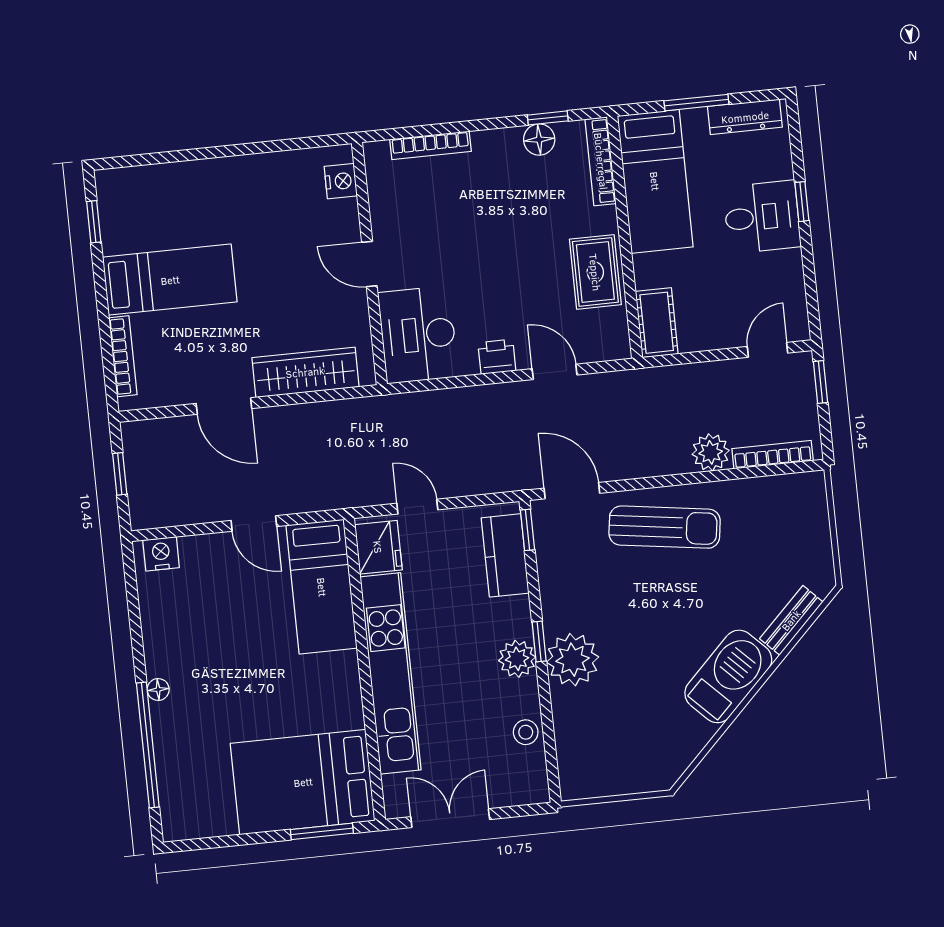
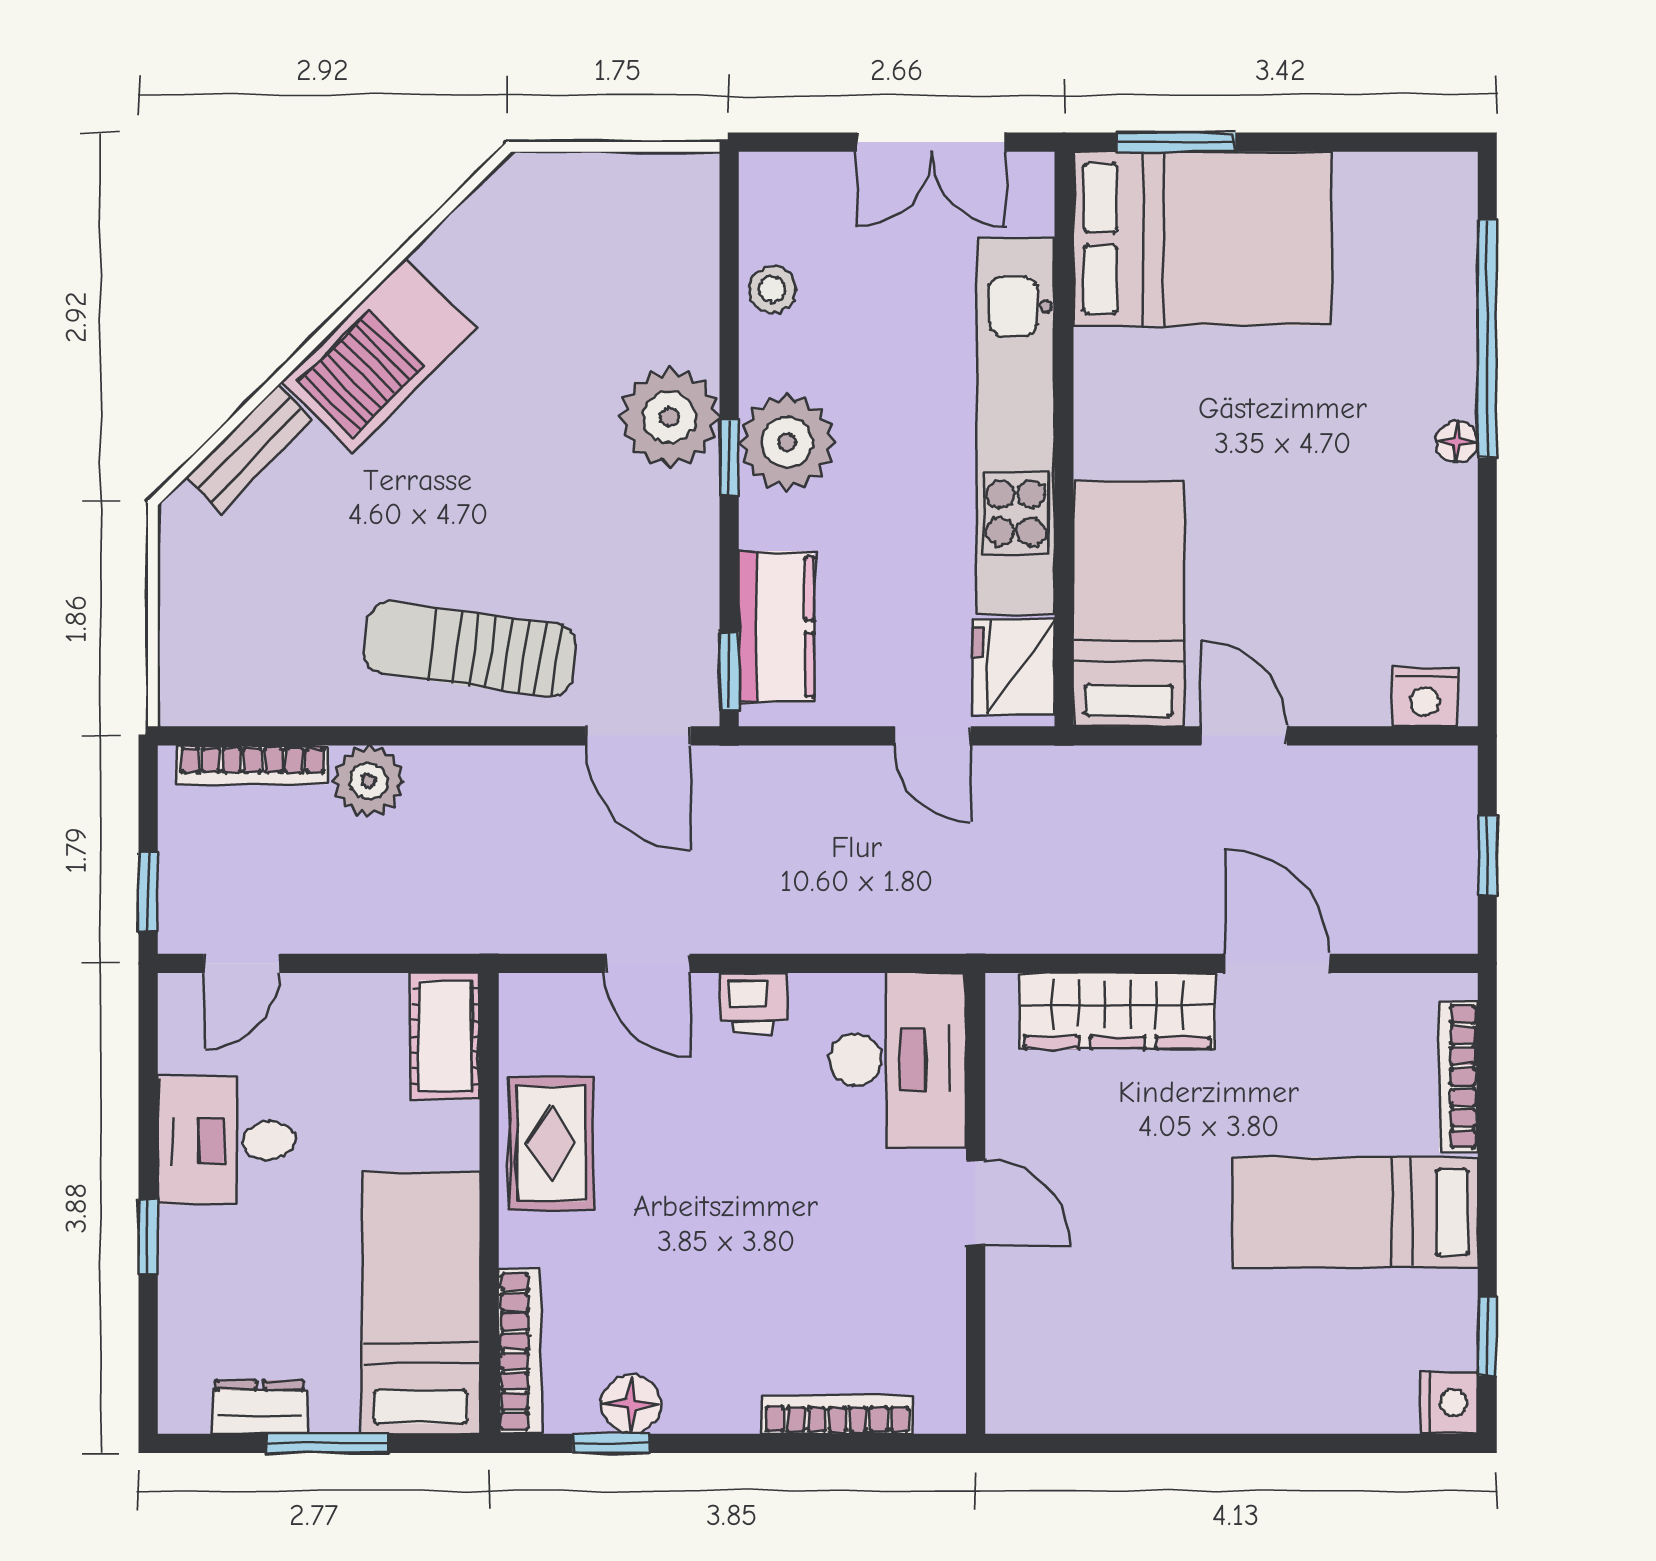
dresser: (745, 117) -> (260, 1407), width x0.70
nightstand: (341, 181) -> (1449, 1403), moved, turned 180
desk: (762, 217) -> (226, 1141), moved
plant: (517, 659) -> (787, 442), width x1.36, depth x1.36

